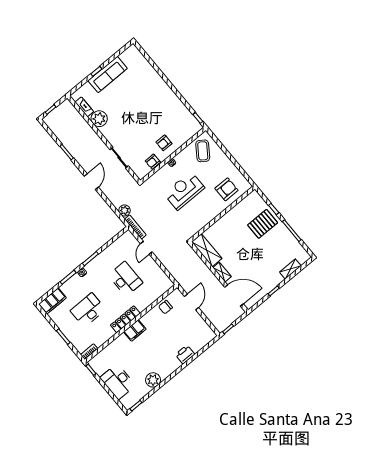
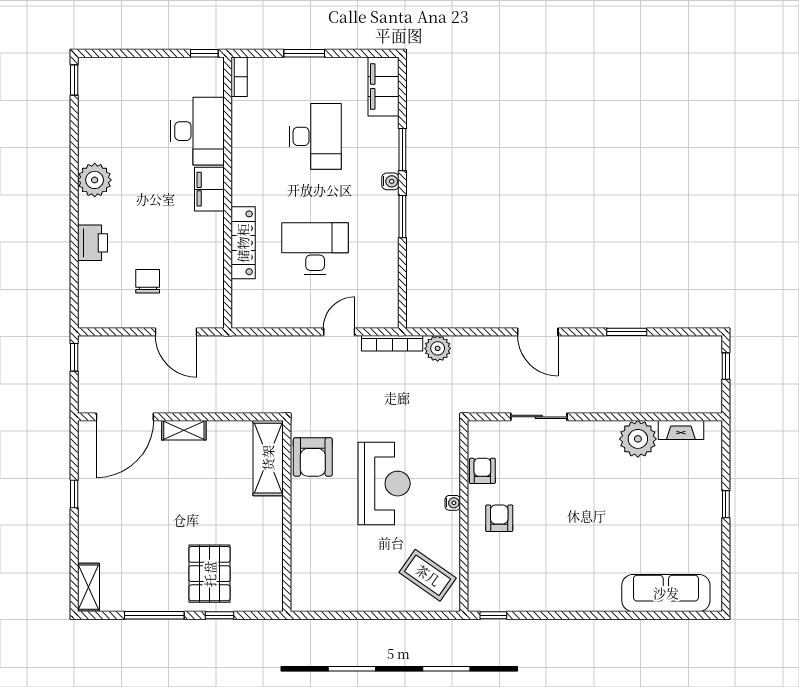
sofa: (108, 75) -> (666, 593), moved, turned 90
armchair: (226, 189) -> (313, 457), moved
door: (146, 248) -> (339, 332), hinge flipped
shelving: (207, 250) -> (268, 458), moved, turned 90
shelving: (290, 269) -> (89, 587), moved
desk: (125, 279) -> (315, 249), turned 180
chair: (165, 307) -> (148, 281), moved
locker: (125, 319) -> (243, 243), moved
plant: (153, 380) -> (95, 180), moved
desk: (118, 381) -> (197, 131), moved, turned 90

